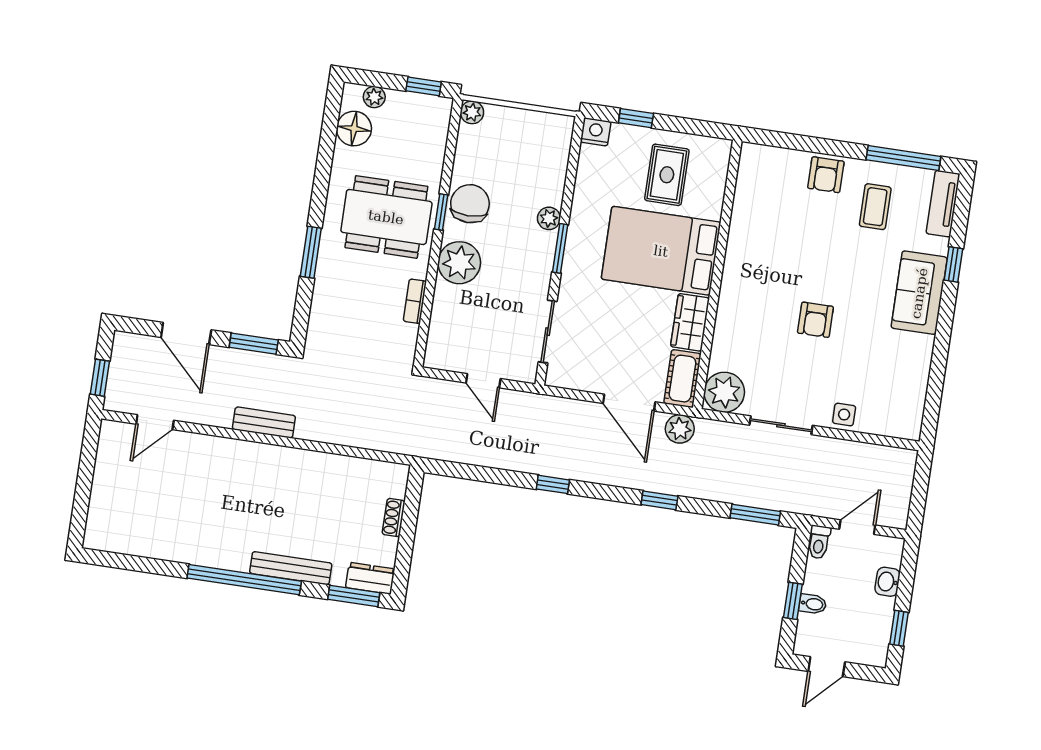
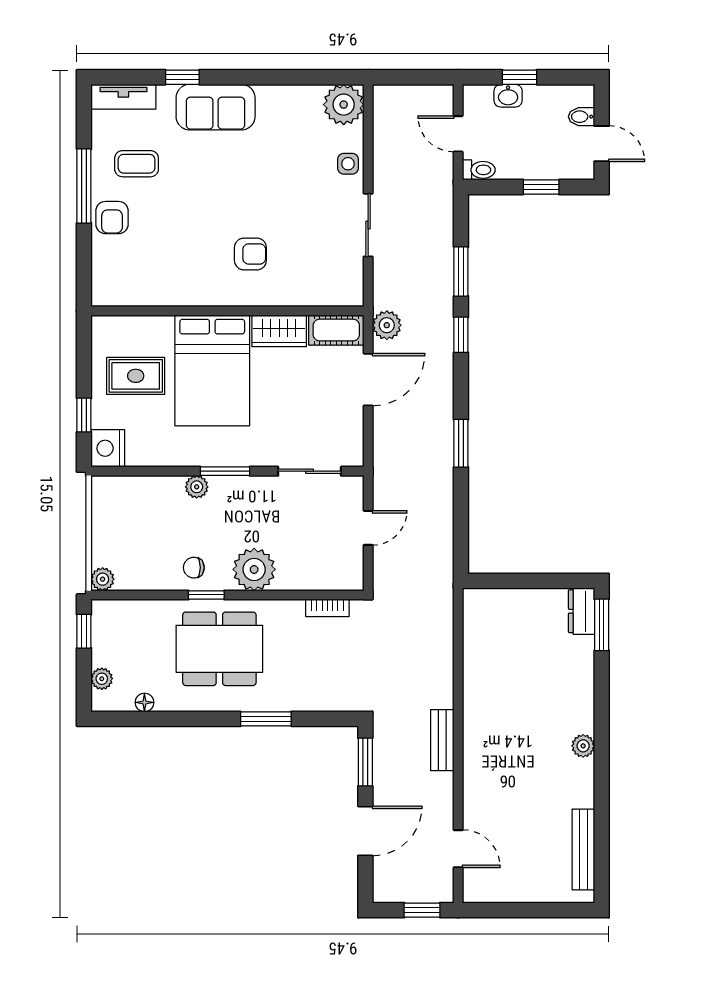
floor lamp: (354, 129) -> (144, 702), width x0.53, depth x0.53
nightstand: (596, 132) -> (108, 448), width x1.36, depth x1.33
window: (903, 158) -> (84, 186), moved
armchair: (826, 175) -> (112, 218), turned 90
chair: (470, 204) -> (194, 568), width x0.54, depth x0.54
dining table: (386, 217) -> (219, 649), turned 90
bookcase: (415, 301) -> (327, 608), moved
armchair: (815, 320) -> (250, 254), moved
plant: (724, 392) -> (344, 105), moved
window: (553, 484) -> (461, 443), width x1.50
window: (755, 515) -> (461, 272), moved
shoe rack: (394, 518) -> (518, 597), removed
plant: (238, 560) -> (583, 746), added
bench: (291, 568) -> (583, 849), moved
window: (244, 580) -> (602, 736), removed
bidet: (813, 604) -> (581, 117), moved, turned -90
window: (899, 628) -> (520, 77), moved

